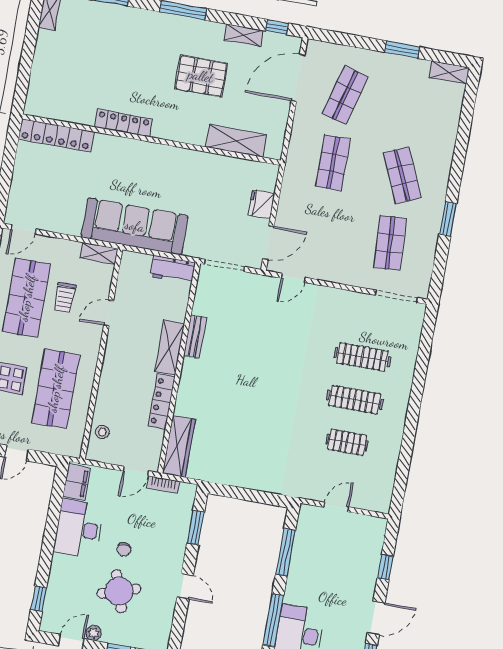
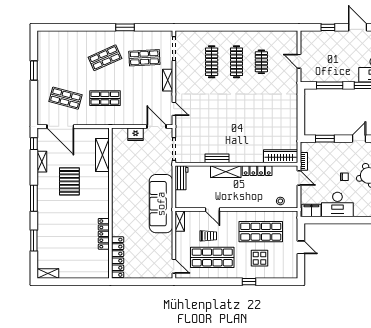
shelving: (449, 73) -> (168, 80), moved
locker: (123, 123) -> (104, 234), moved

